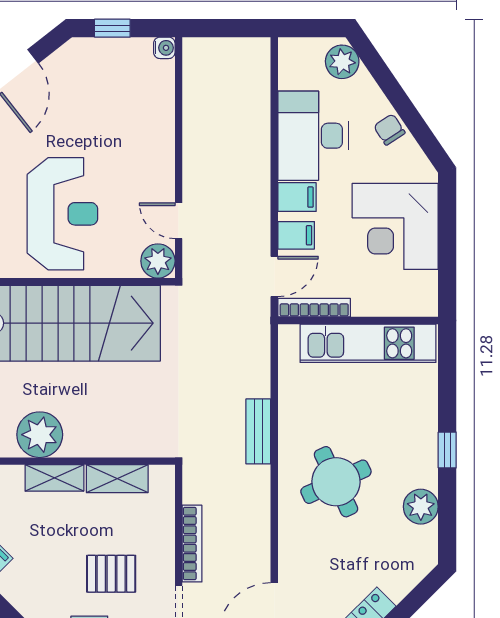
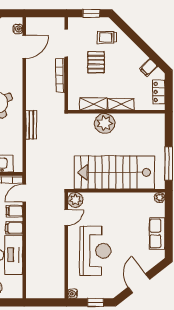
reception desk: (62, 214) -> (95, 251), moved, turned 180
door: (179, 221) -> (66, 218), hinge flipped
plant: (40, 435) -> (105, 123), moved
pallet: (111, 574) -> (96, 62), turned 90

